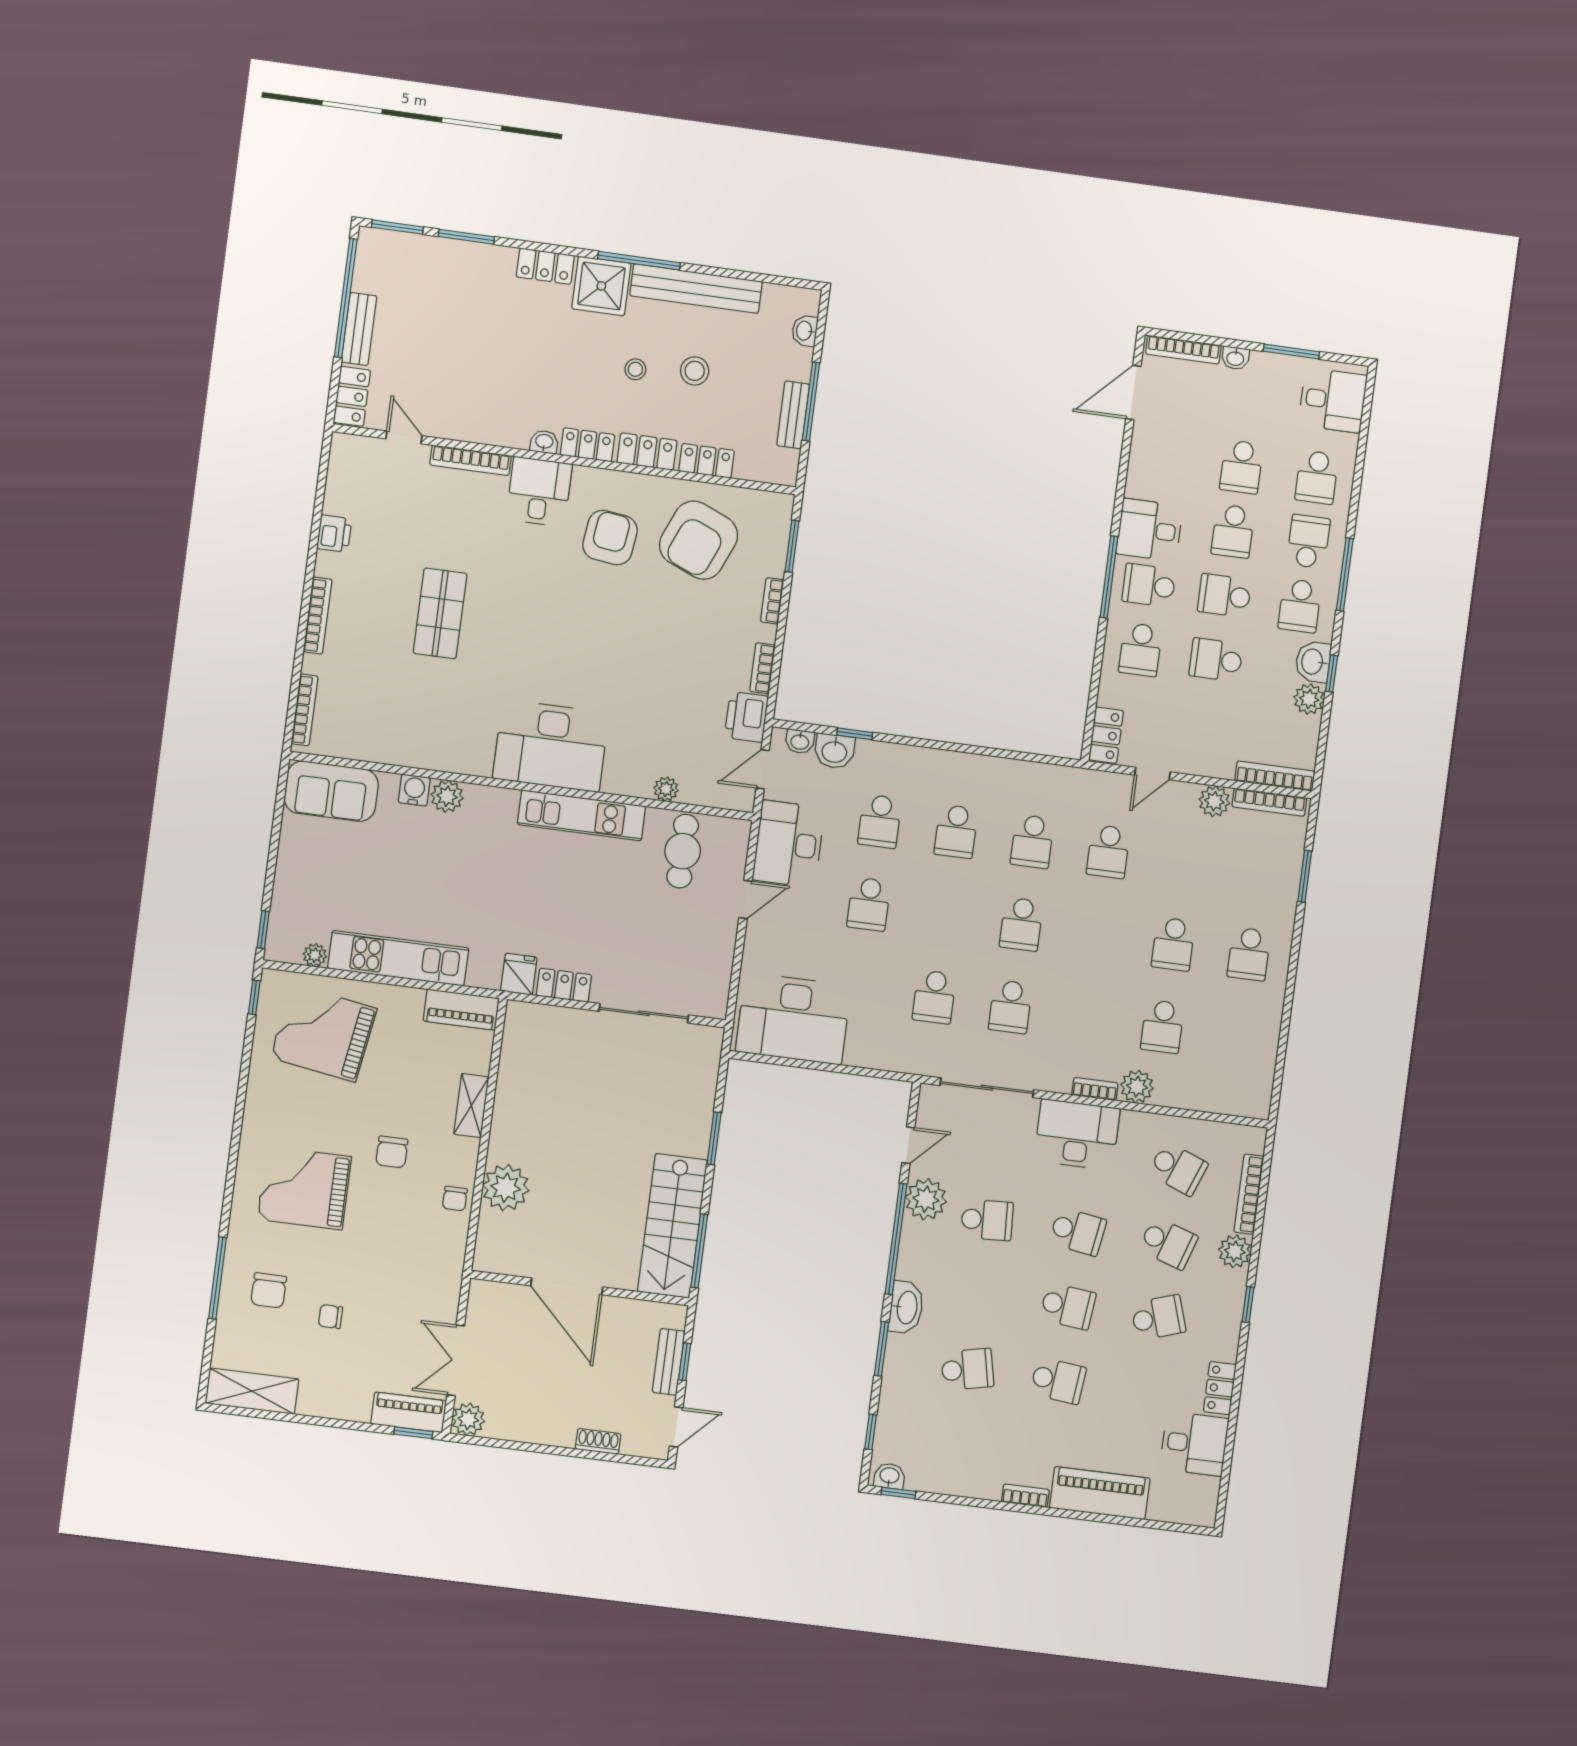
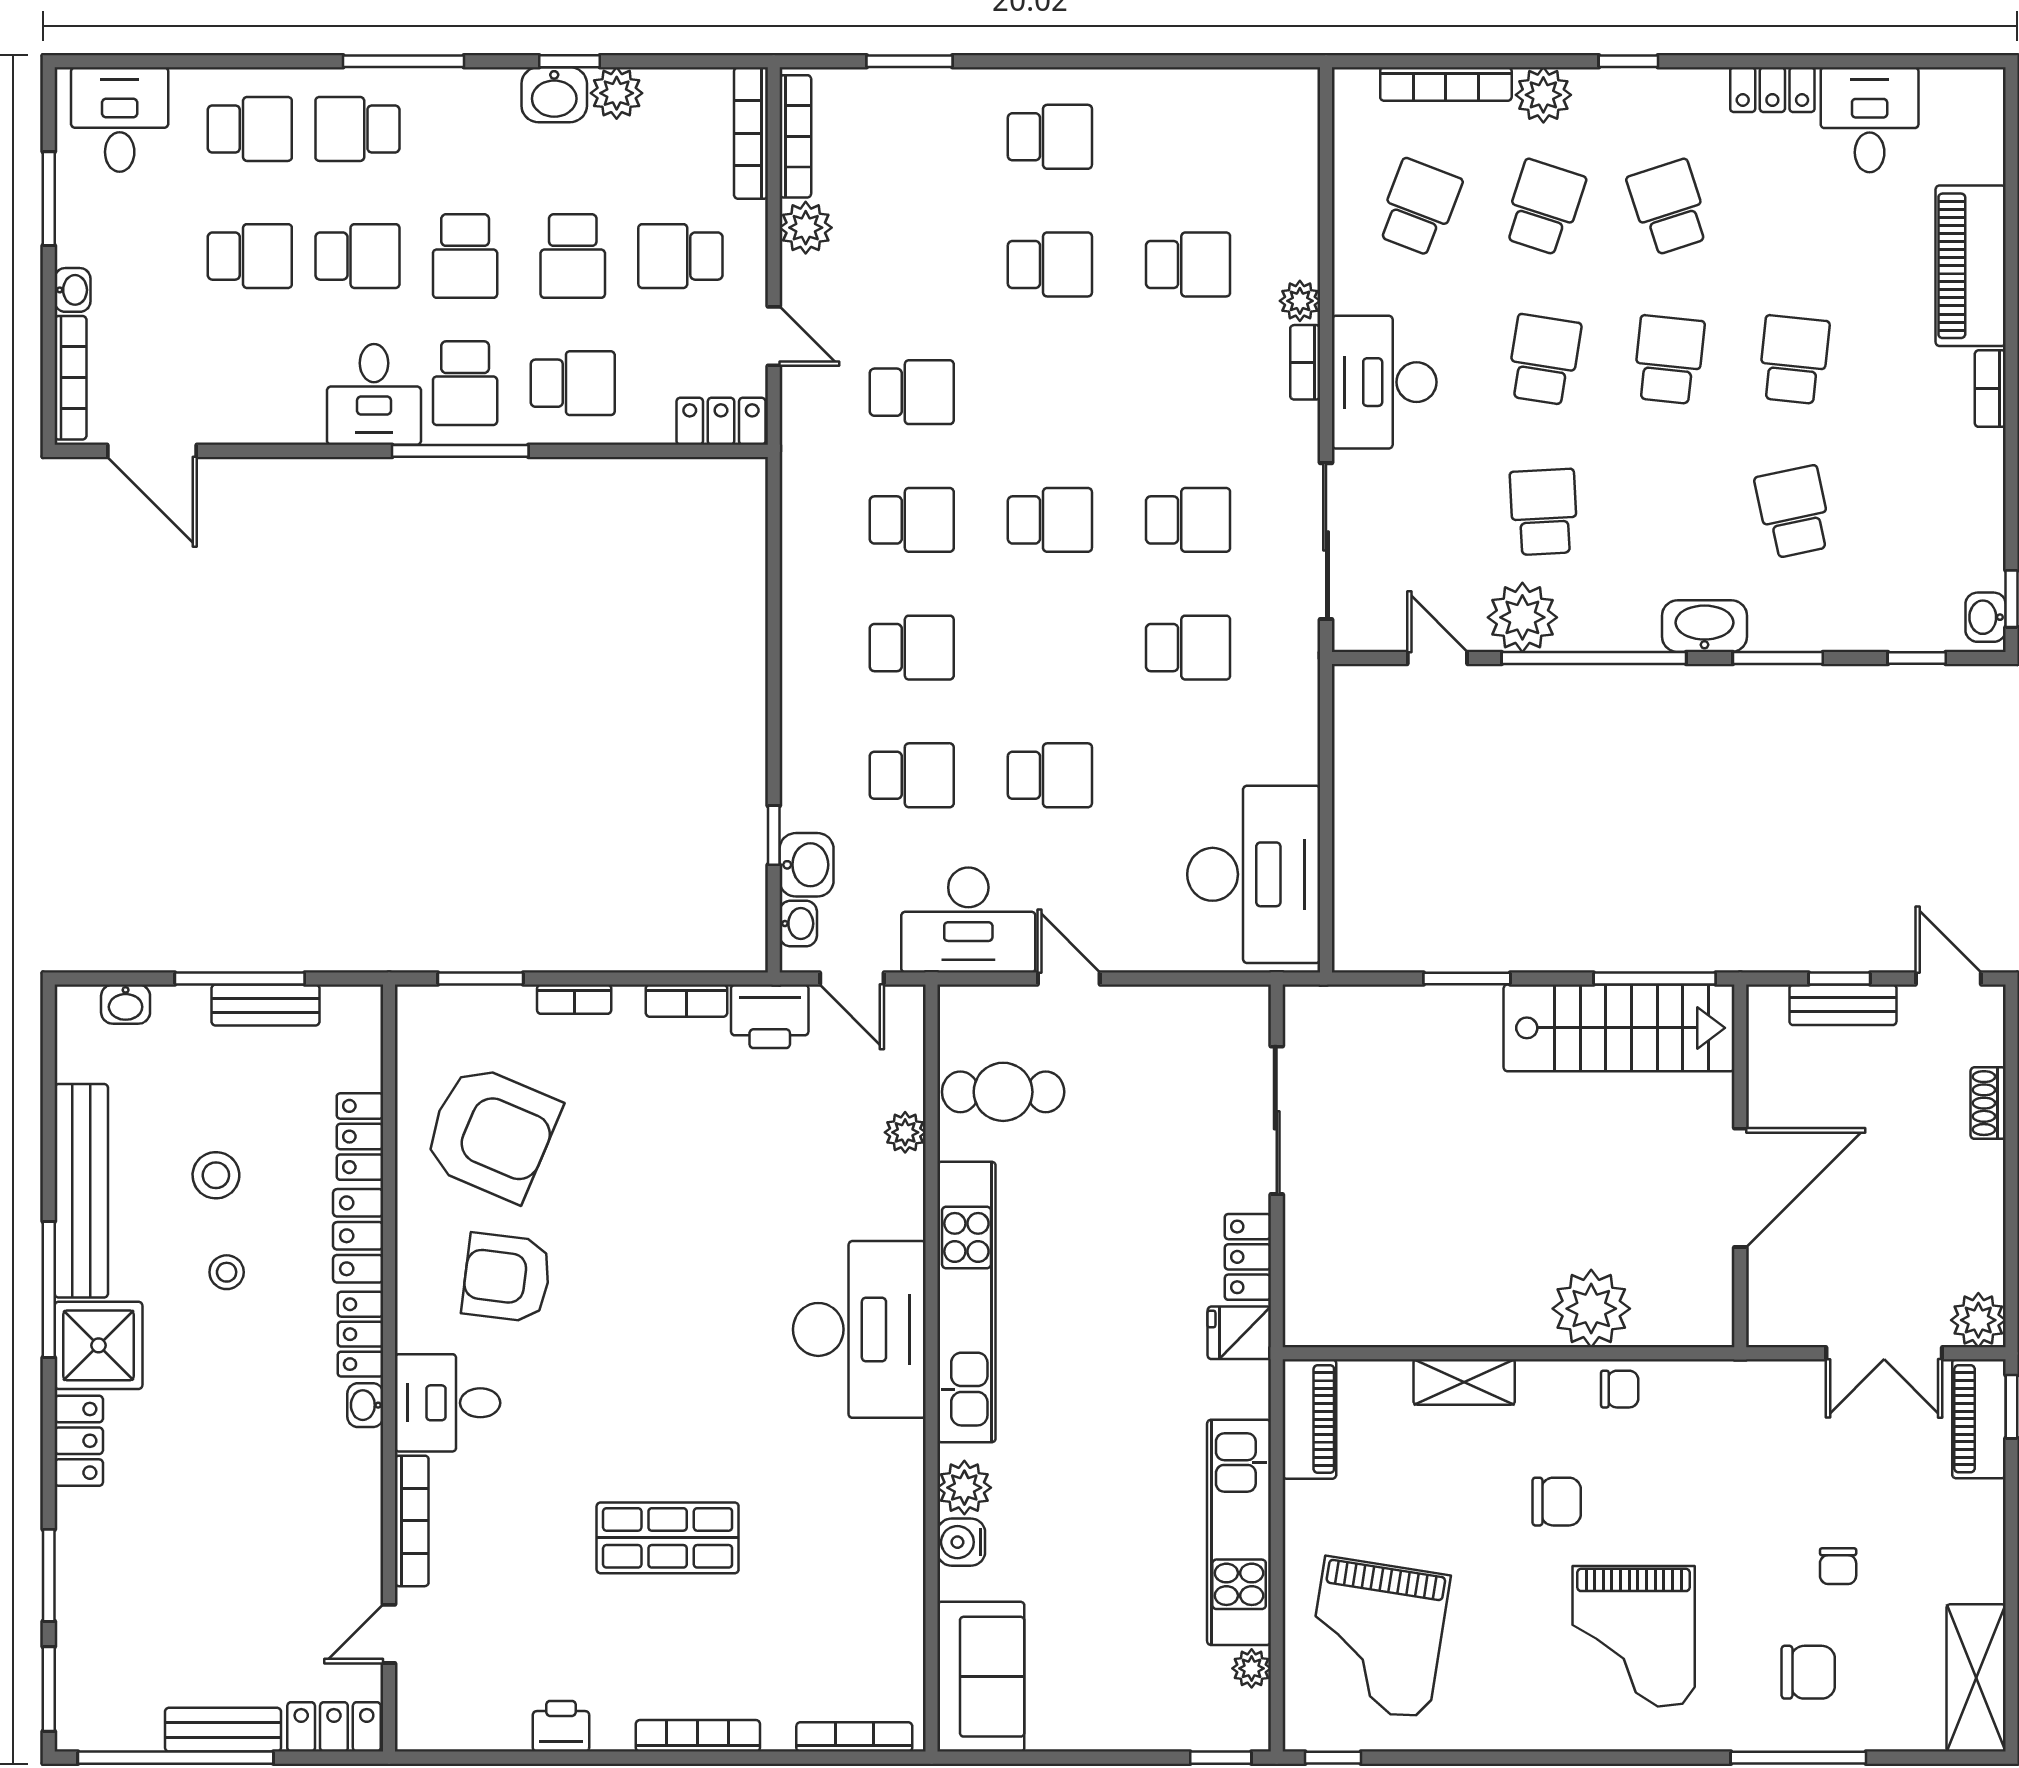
school desk: (1300, 606) -> (680, 256), moved, turned 180
kitchen unit: (582, 815) -> (966, 1302), width x1.36
plant: (1137, 1087) -> (1300, 301), width x0.73, depth x0.73

